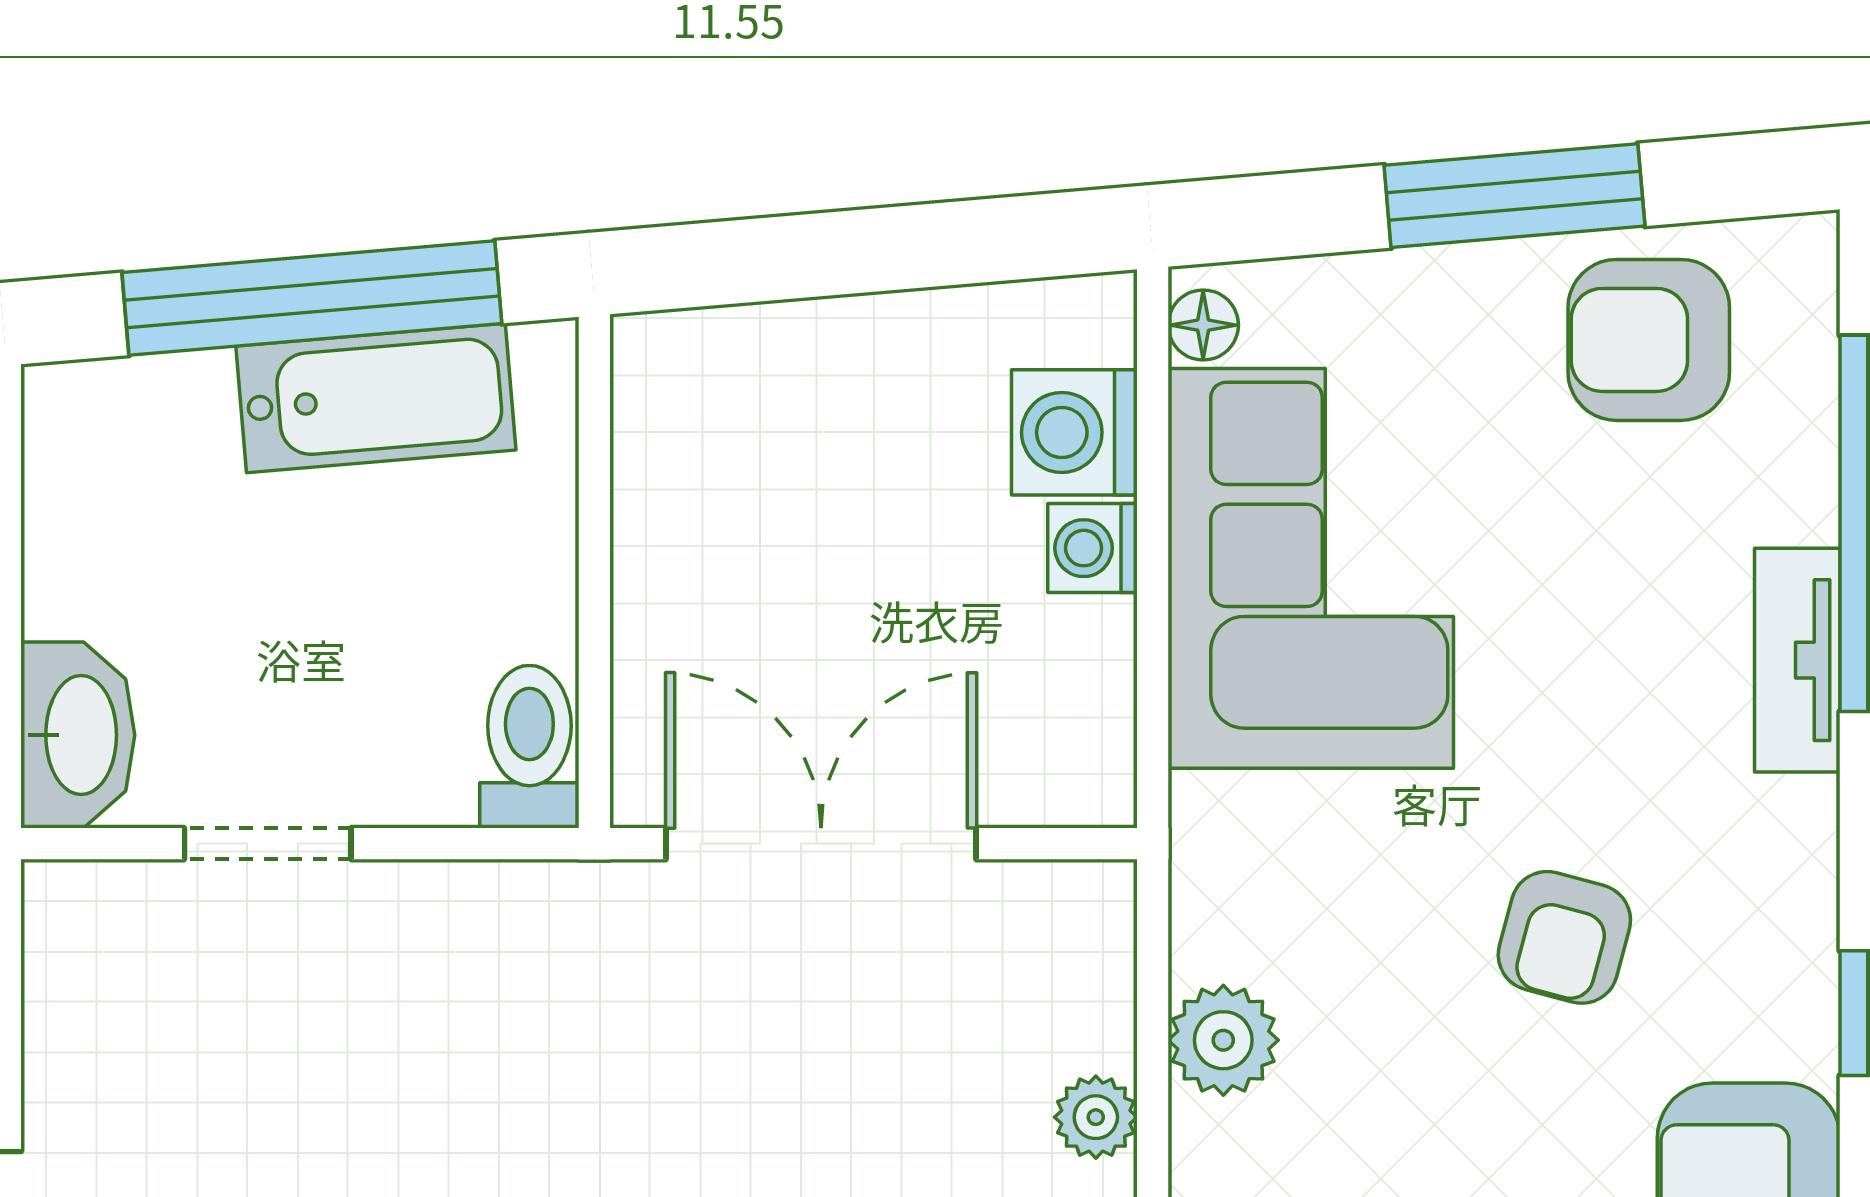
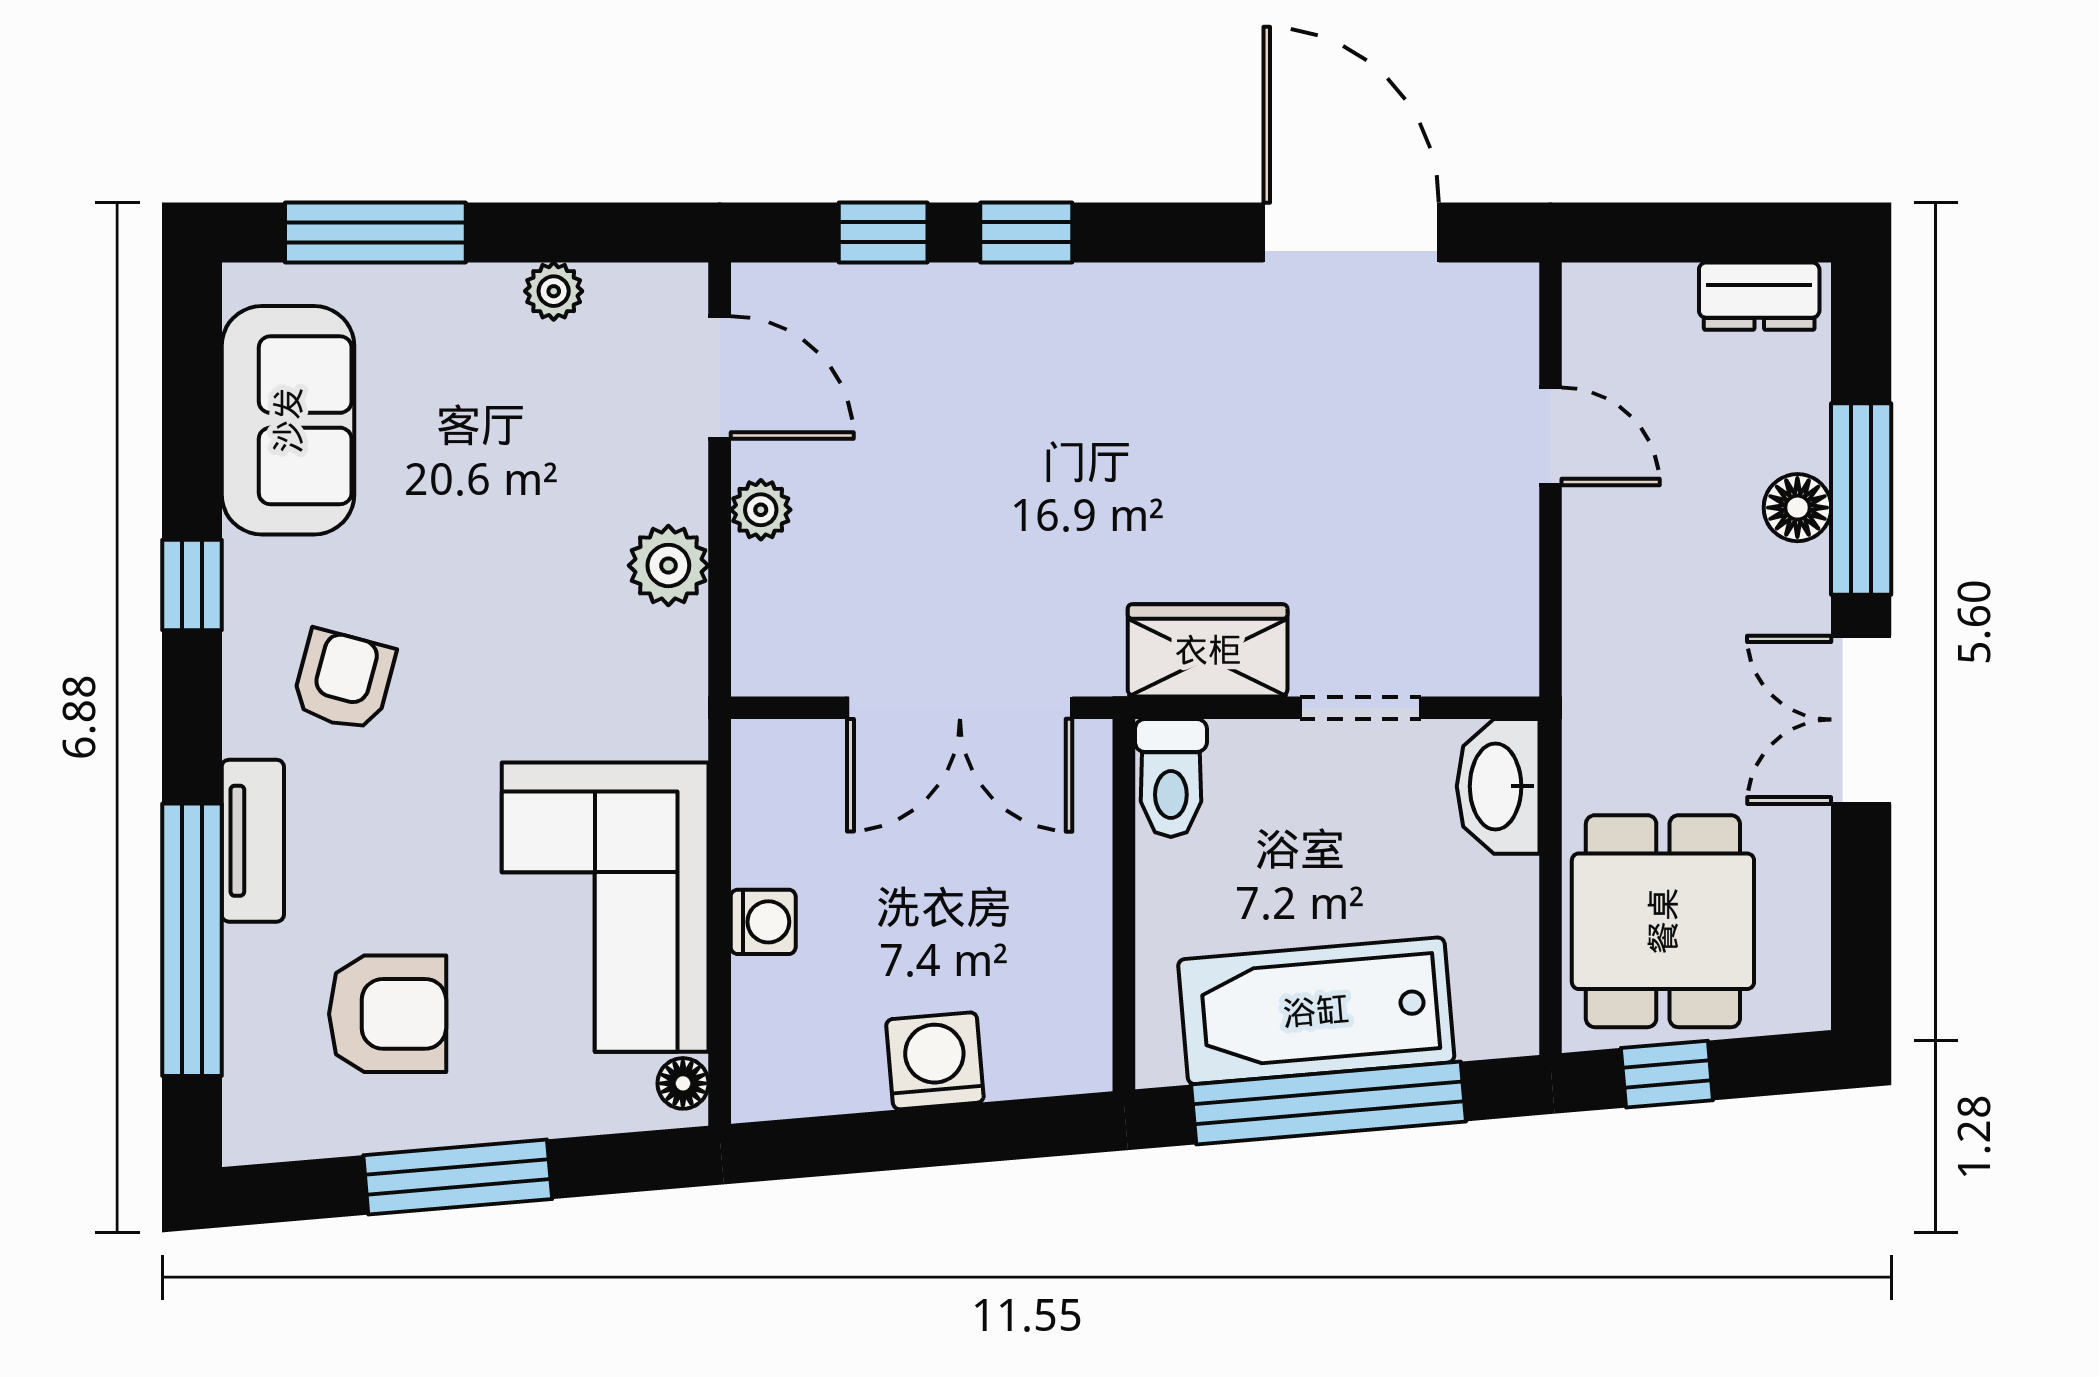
armchair: (1649, 340) -> (388, 1014), moved
bathtub: (376, 398) -> (1316, 1011), width x1.36, depth x1.36
washing machine: (1074, 432) -> (935, 1061), moved, turned -95
wardrobe: (479, 923) -> (1208, 650), added
armchair: (1564, 937) -> (343, 680), moved

